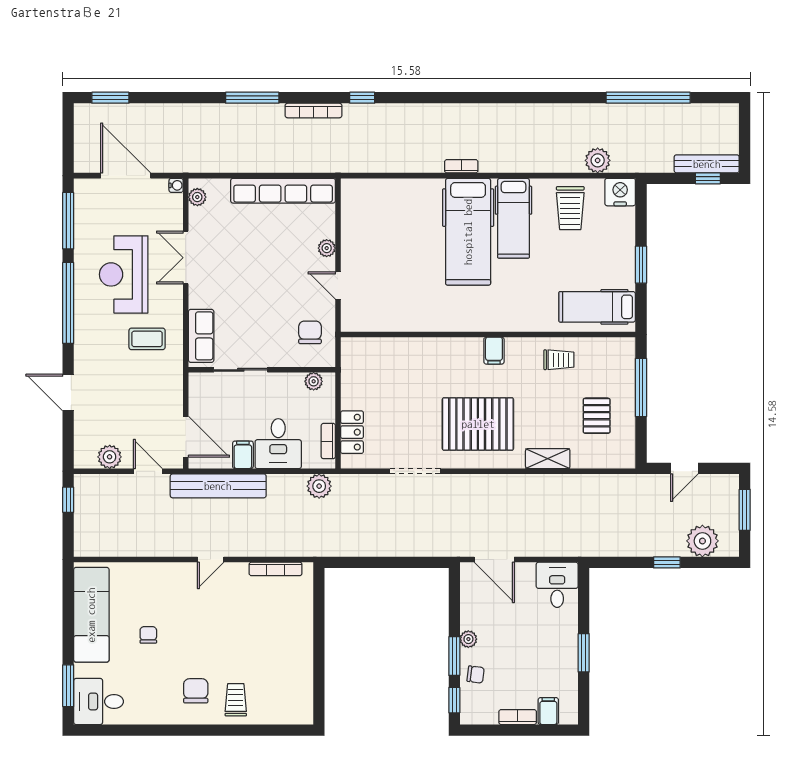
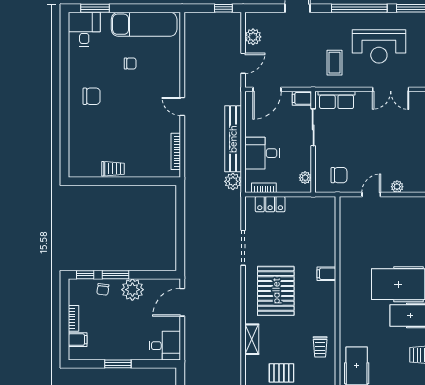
double door: (186, 258) -> (391, 89), swing flipped
reception desk: (124, 274) -> (379, 46), turned 180
filing cabinet: (494, 351) -> (326, 274), moved
filing cabinet: (243, 455) -> (302, 98), moved, turned 180
bench: (218, 486) -> (233, 139), moved
plant: (468, 639) -> (132, 290), width x1.88, depth x1.88
trolley: (236, 700) -> (113, 169), moved

